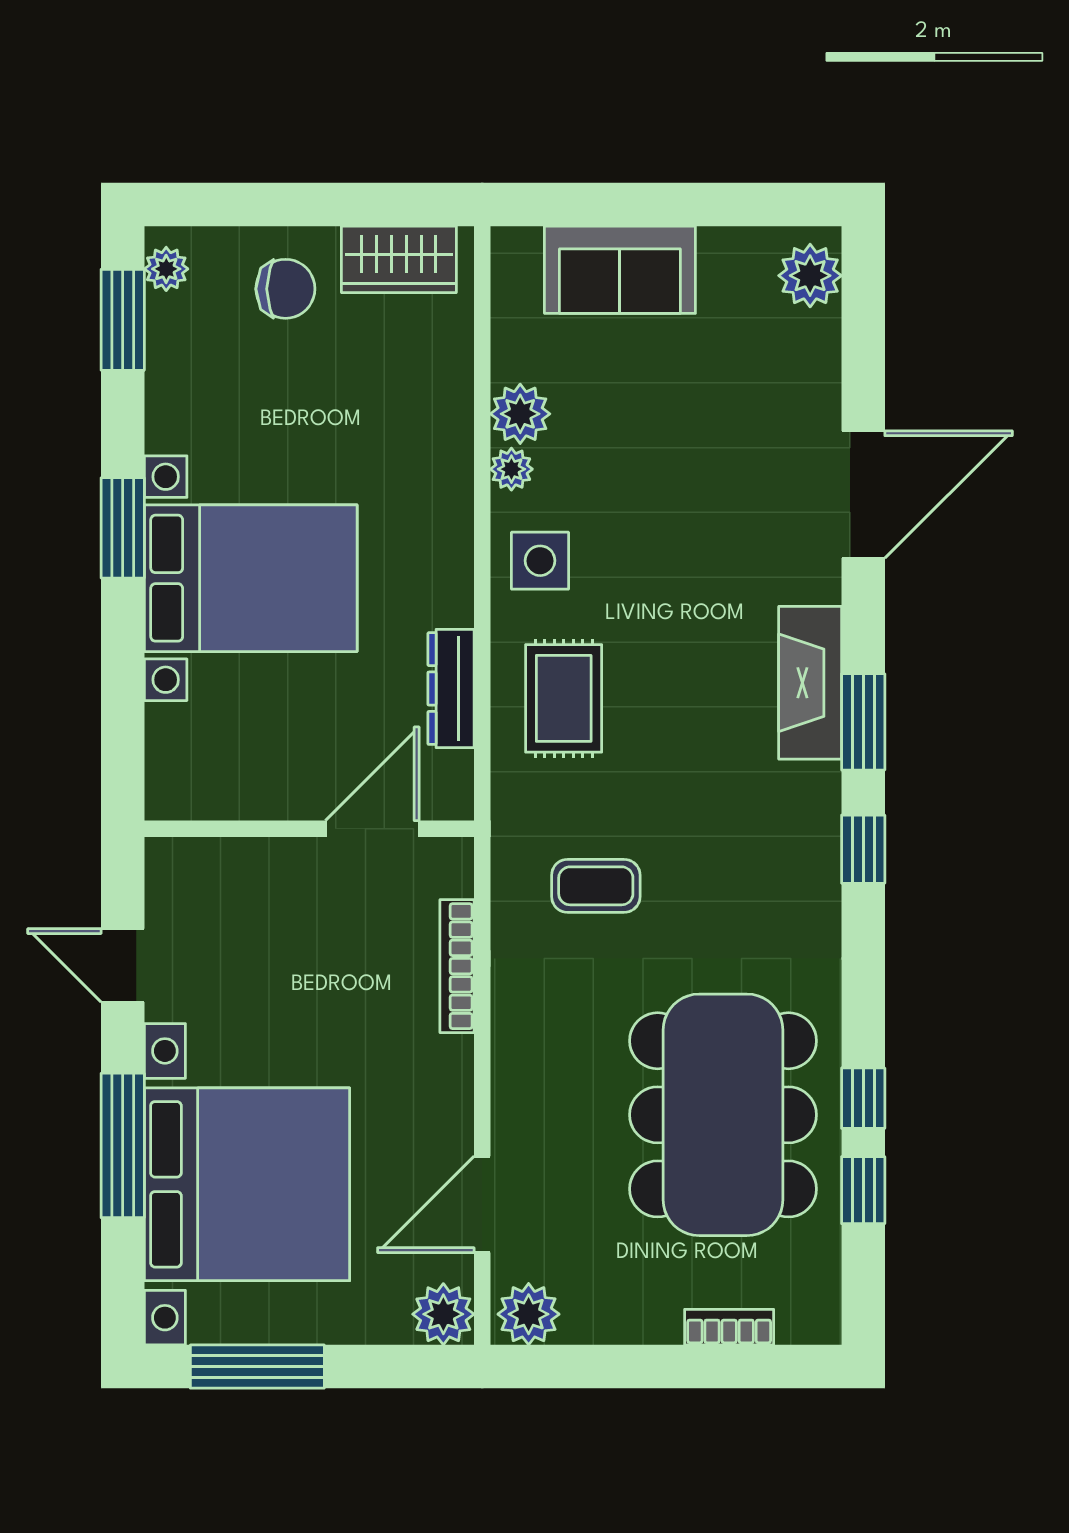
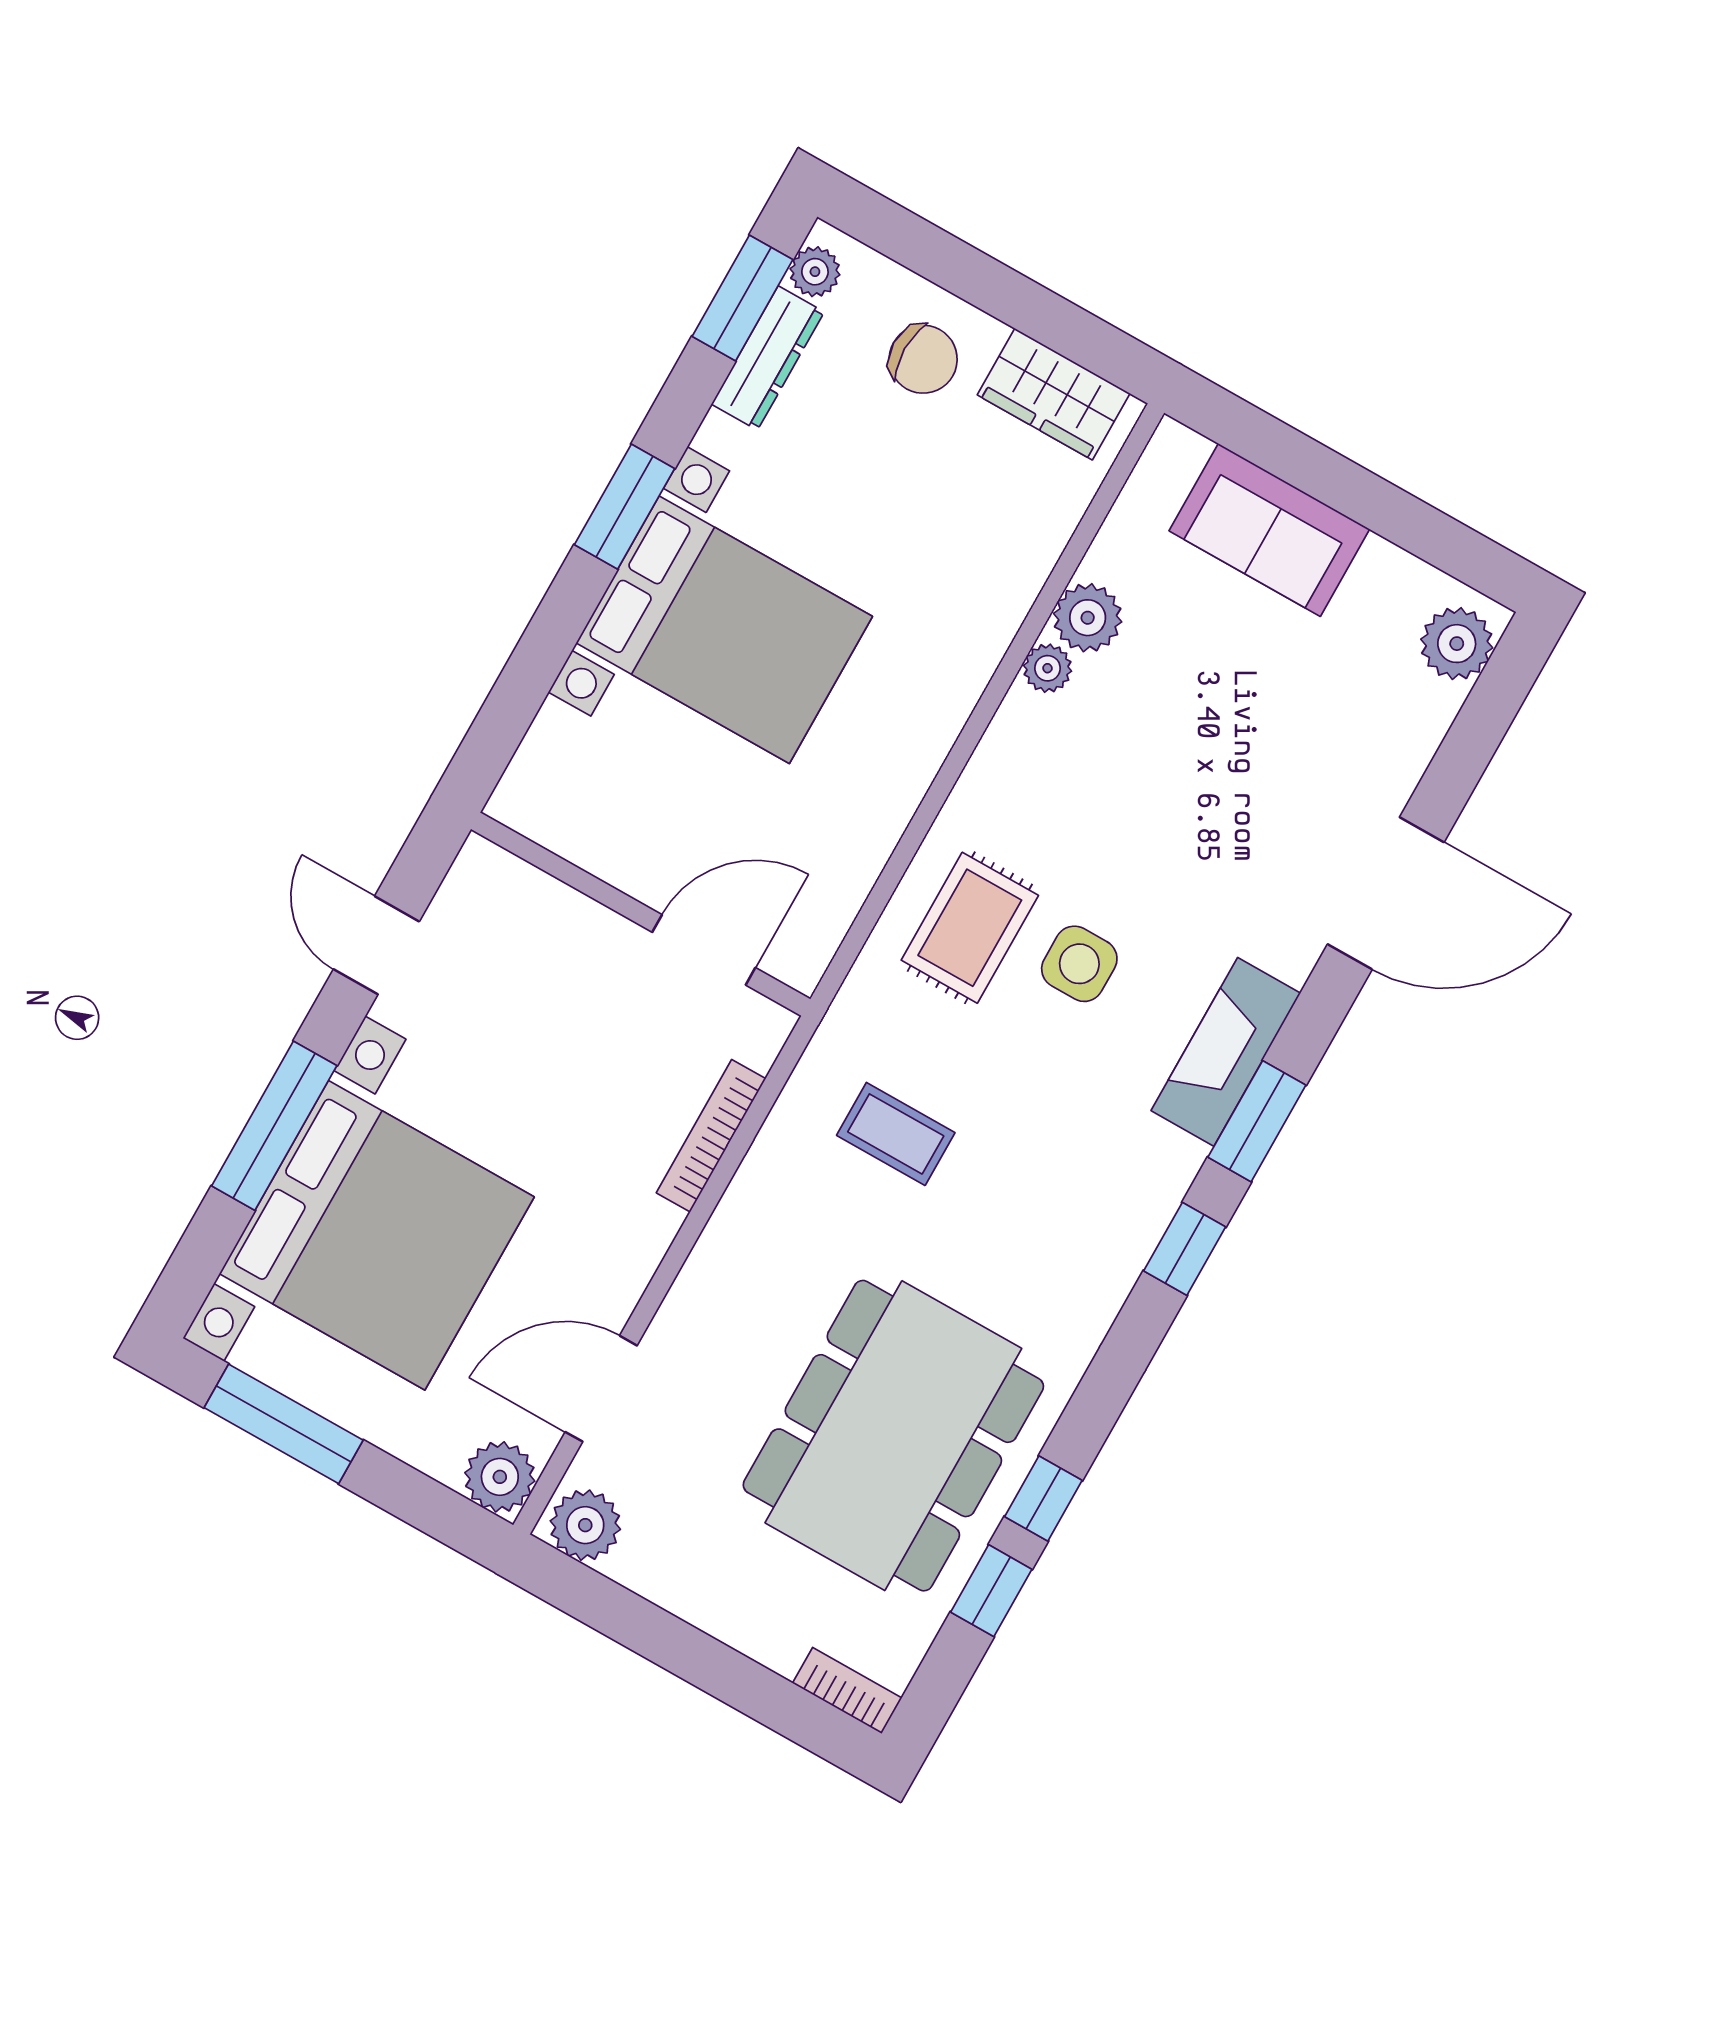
side table: (540, 561) -> (1079, 964), moved
dresser: (451, 689) -> (768, 358), moved, turned 180
bookcase: (729, 1327) -> (847, 1690), moved

